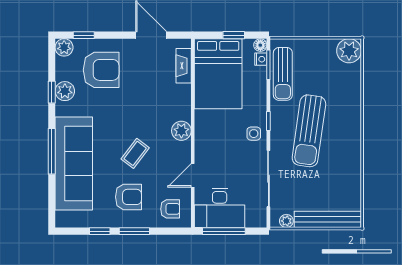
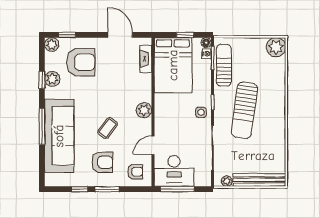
sun lounger: (283, 74) -> (224, 65), turned 180

